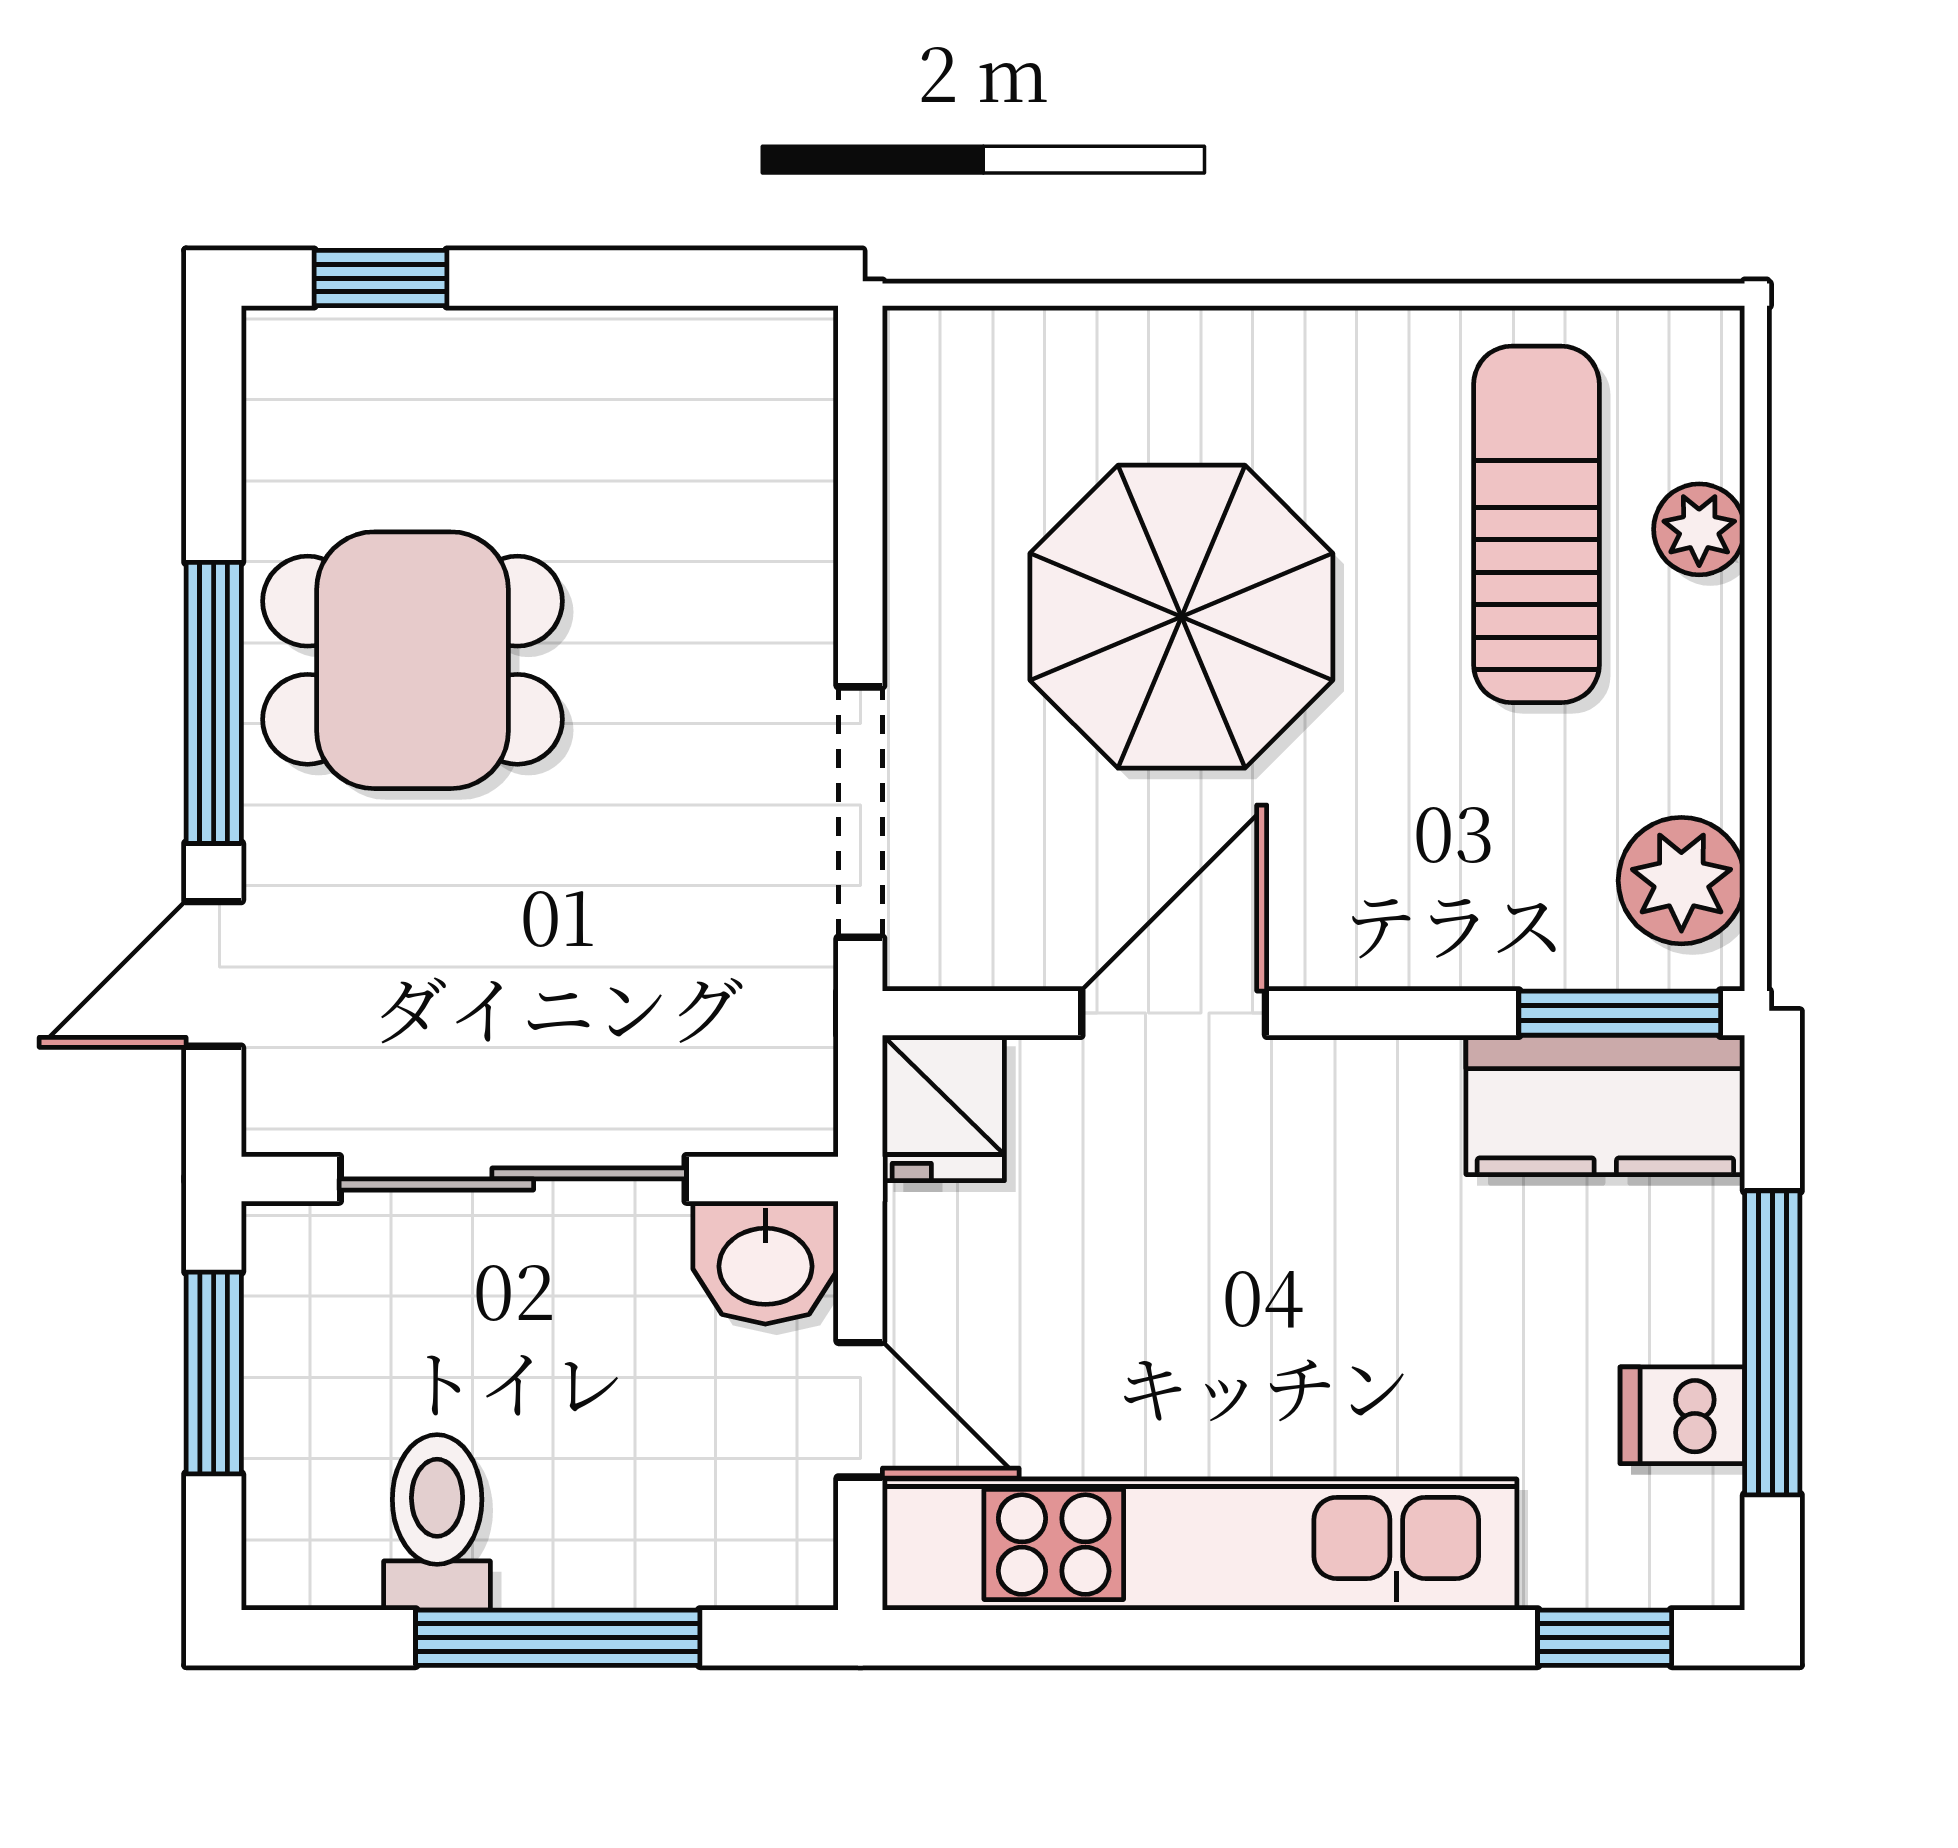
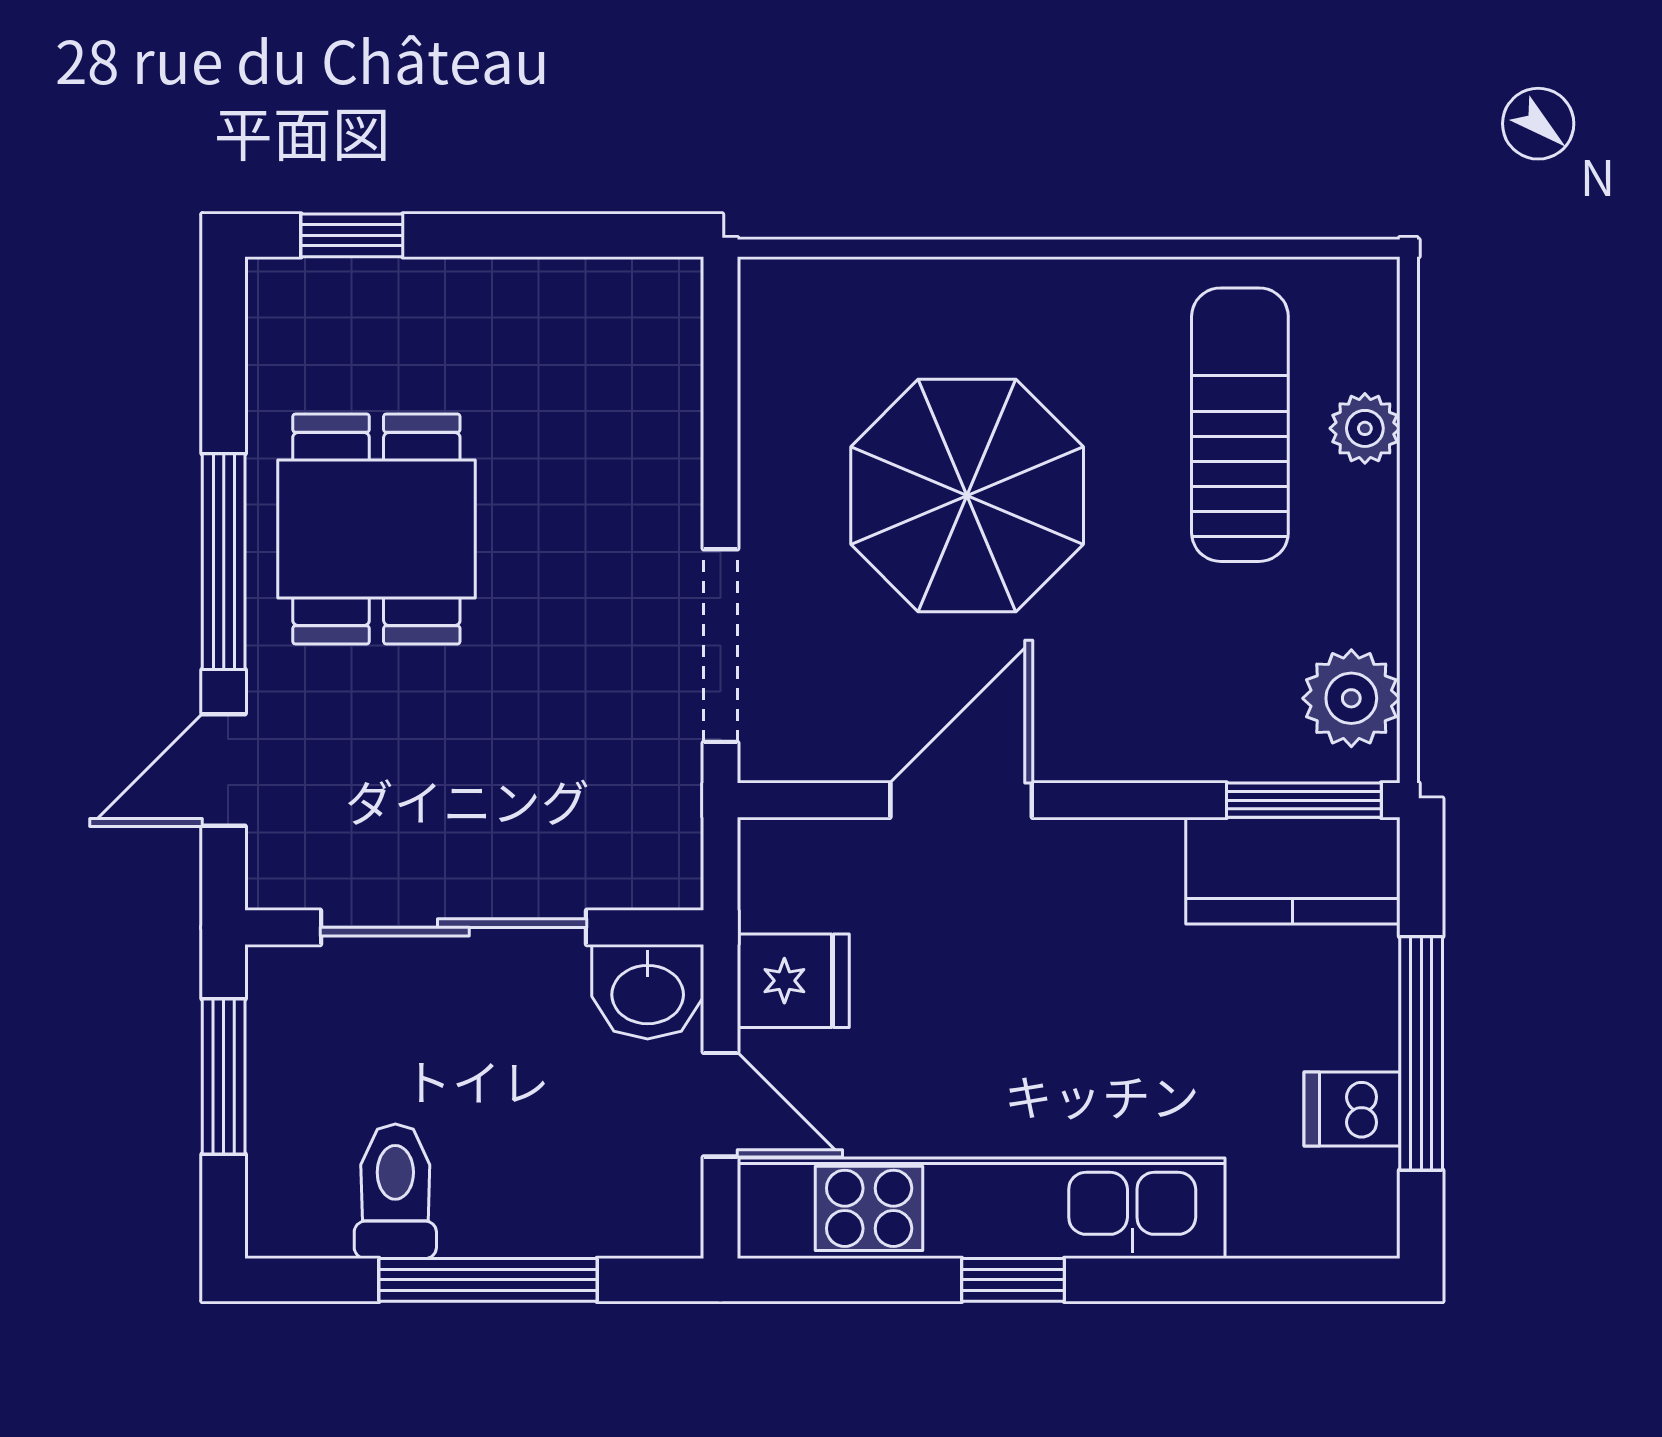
dining table: (412, 660) -> (376, 529), turned 90
fridge: (943, 1108) -> (793, 981), moved, turned -90
window: (1605, 1638) -> (1013, 1280), moved

